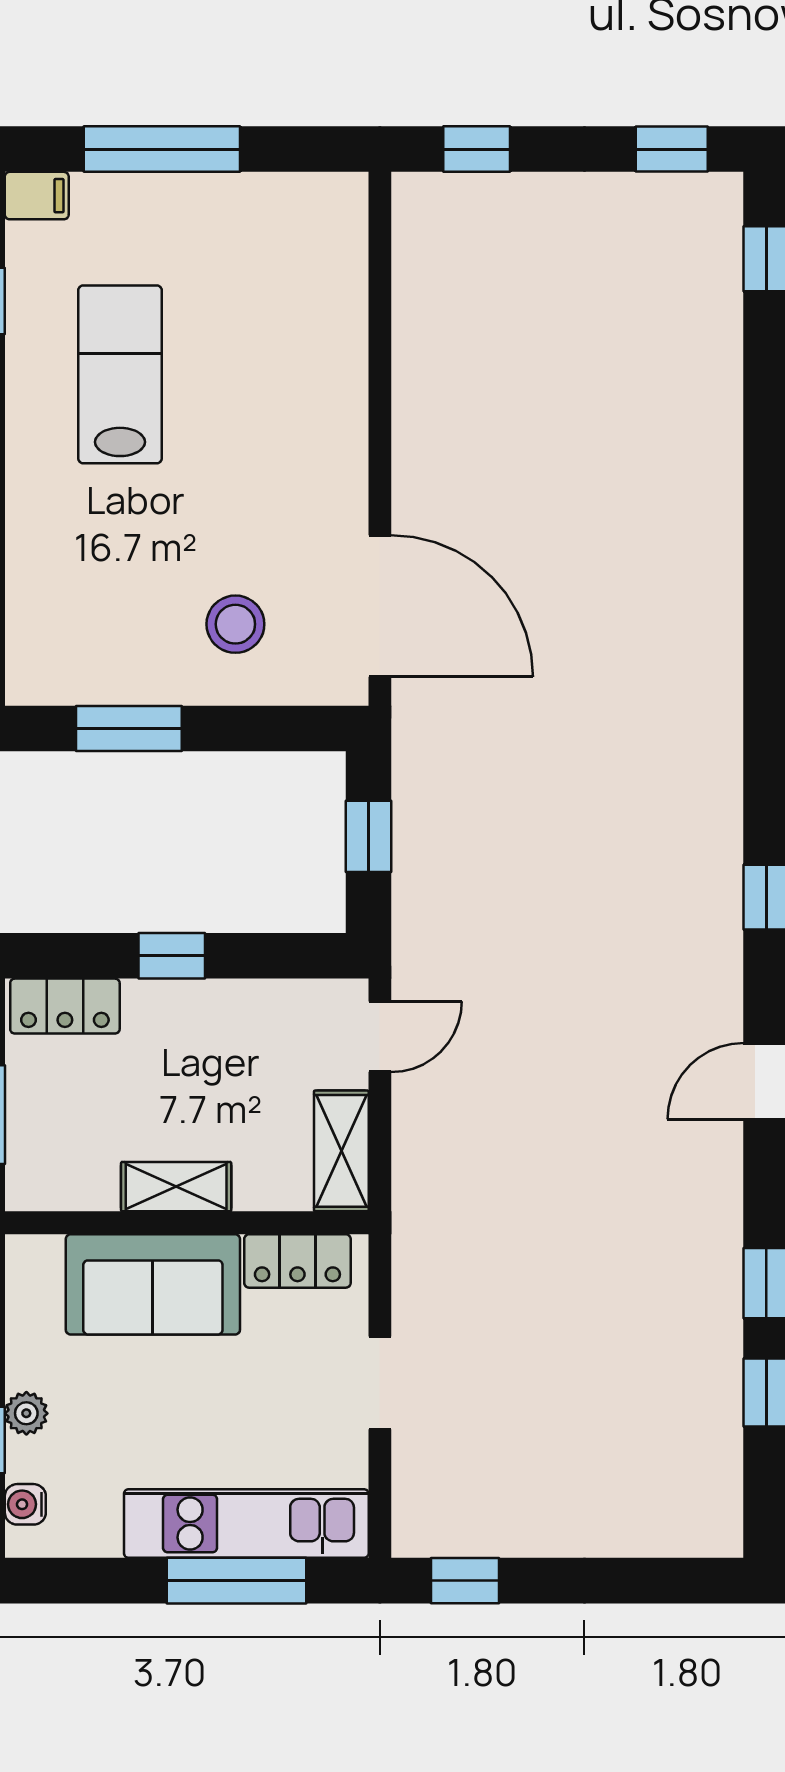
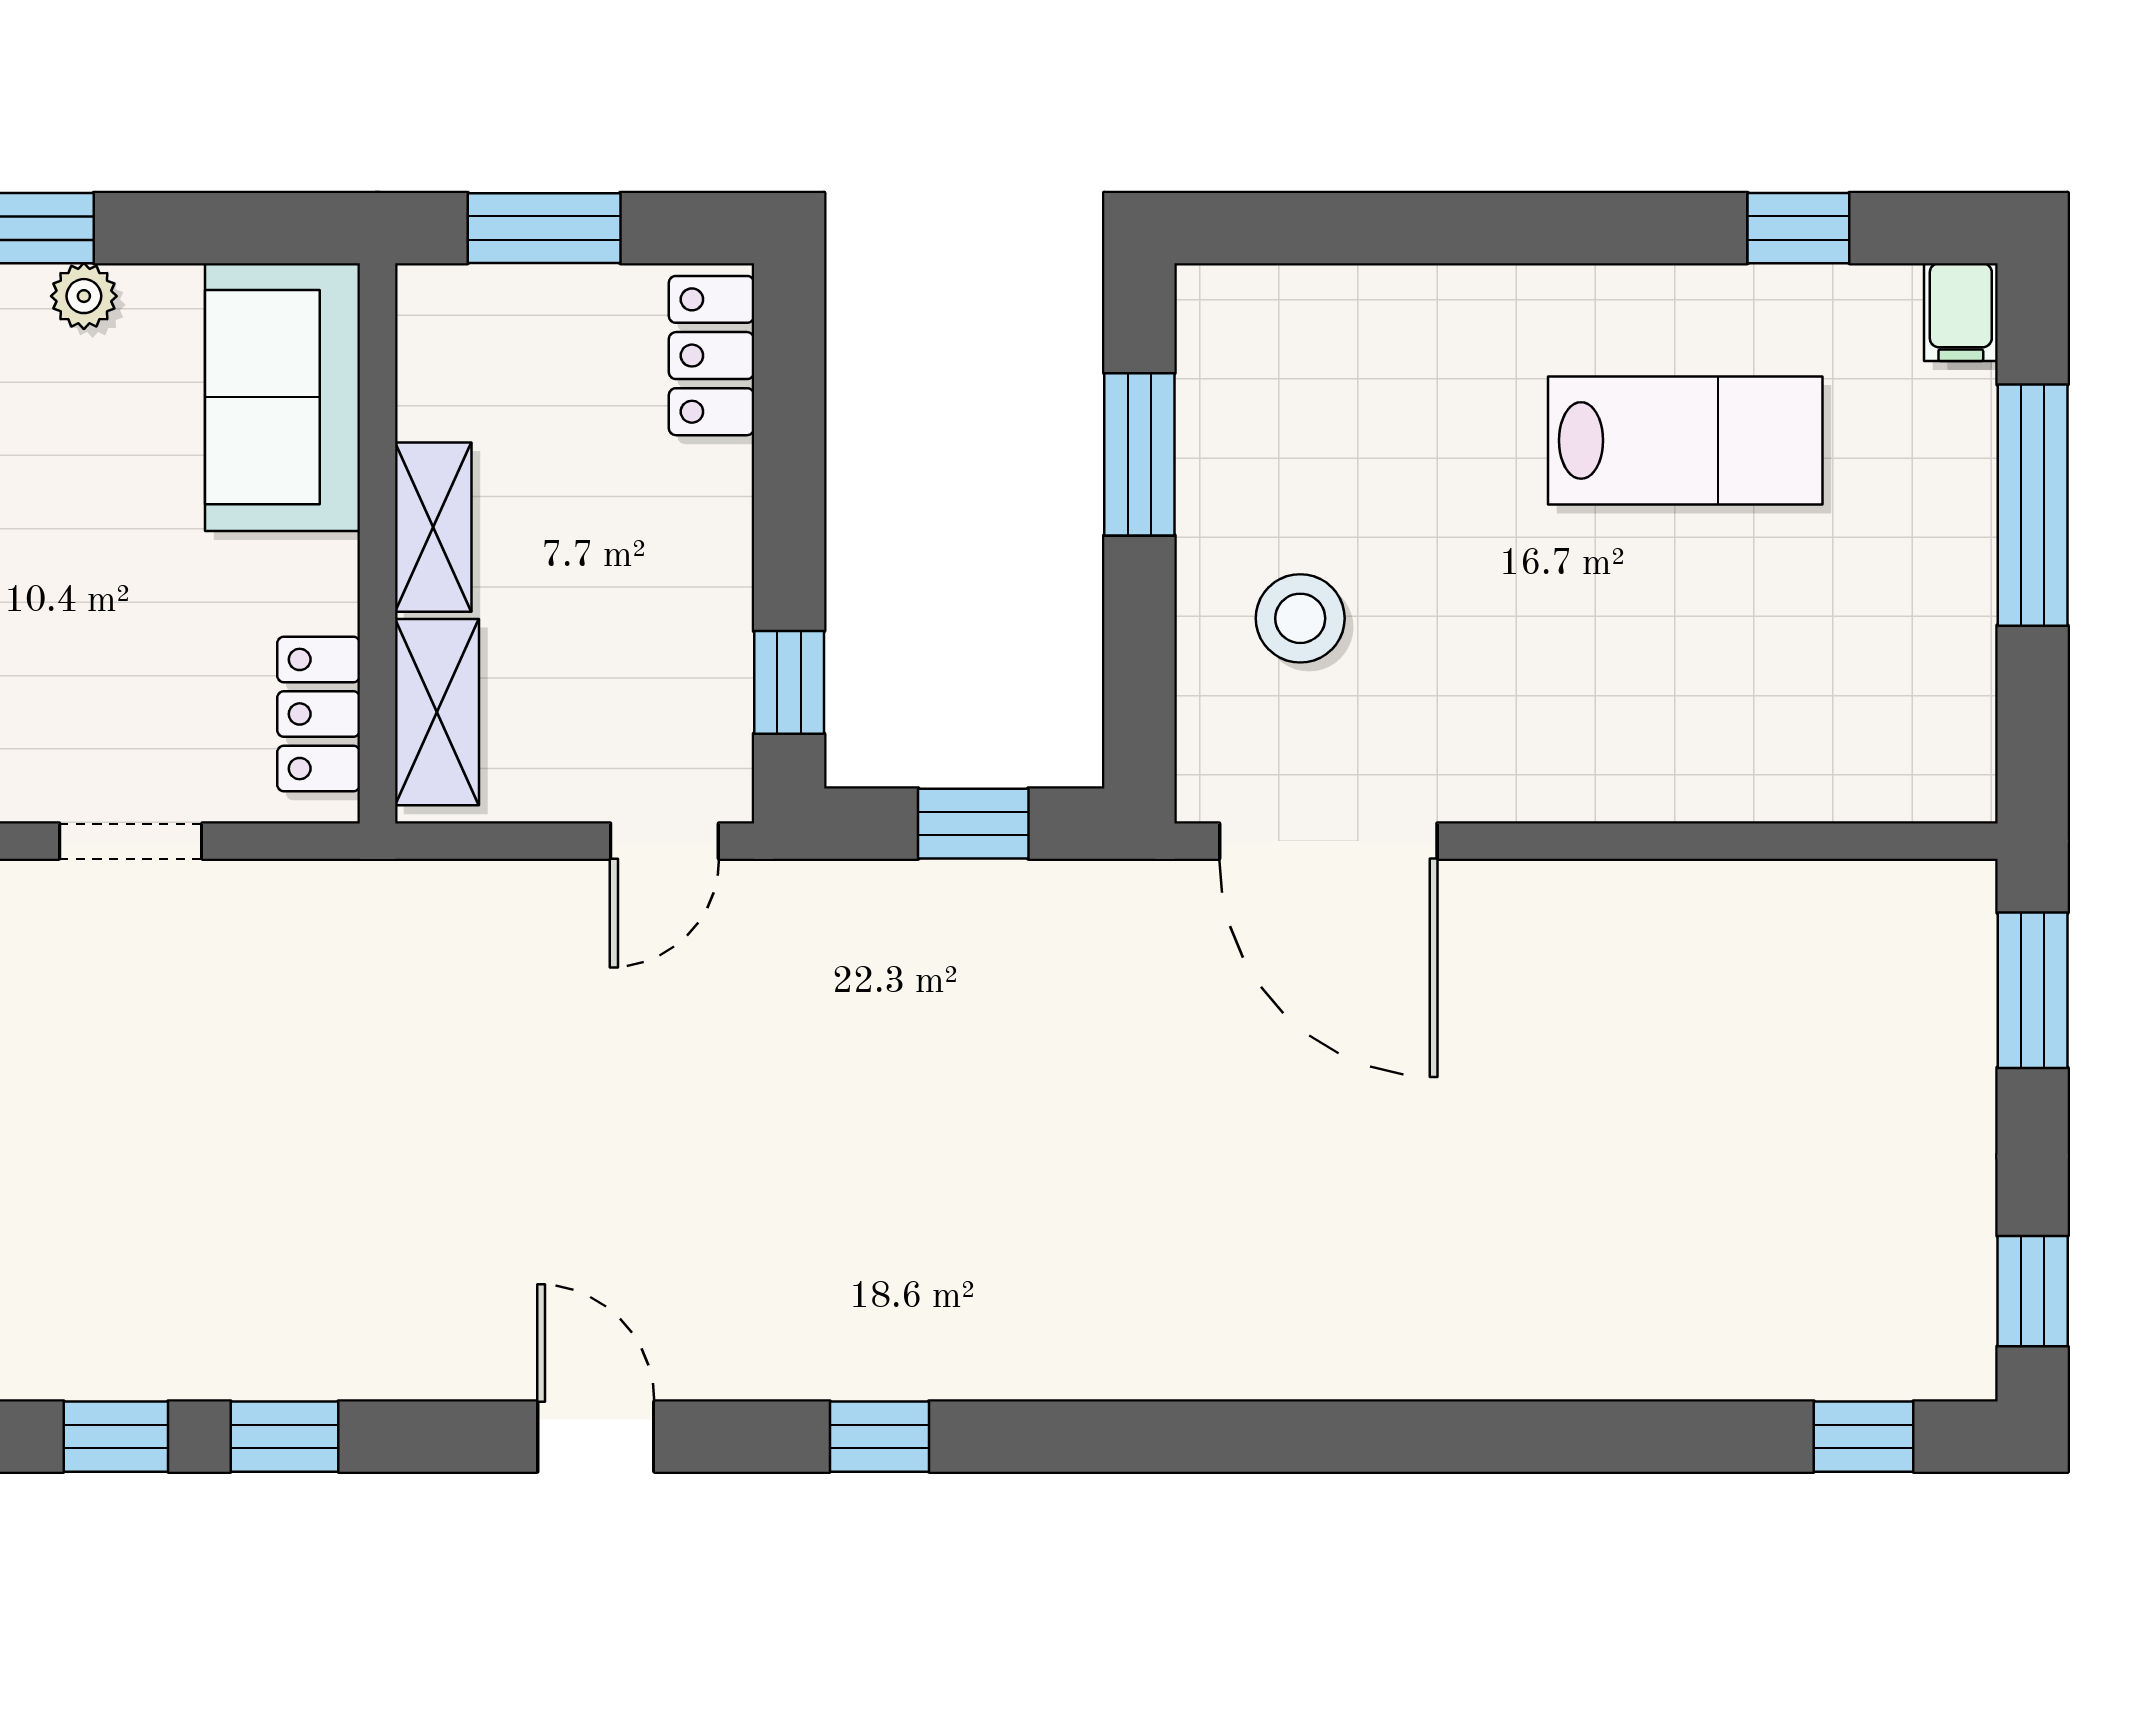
window: (477, 149) -> (2033, 990), width x1.50
door: (380, 606) -> (1328, 841), hinge flipped
window: (172, 956) -> (789, 682), moved
door: (380, 1037) -> (664, 841), hinge flipped
shelving: (341, 1151) -> (437, 712), moved, turned 90
sofa: (153, 1284) -> (283, 397), moved

